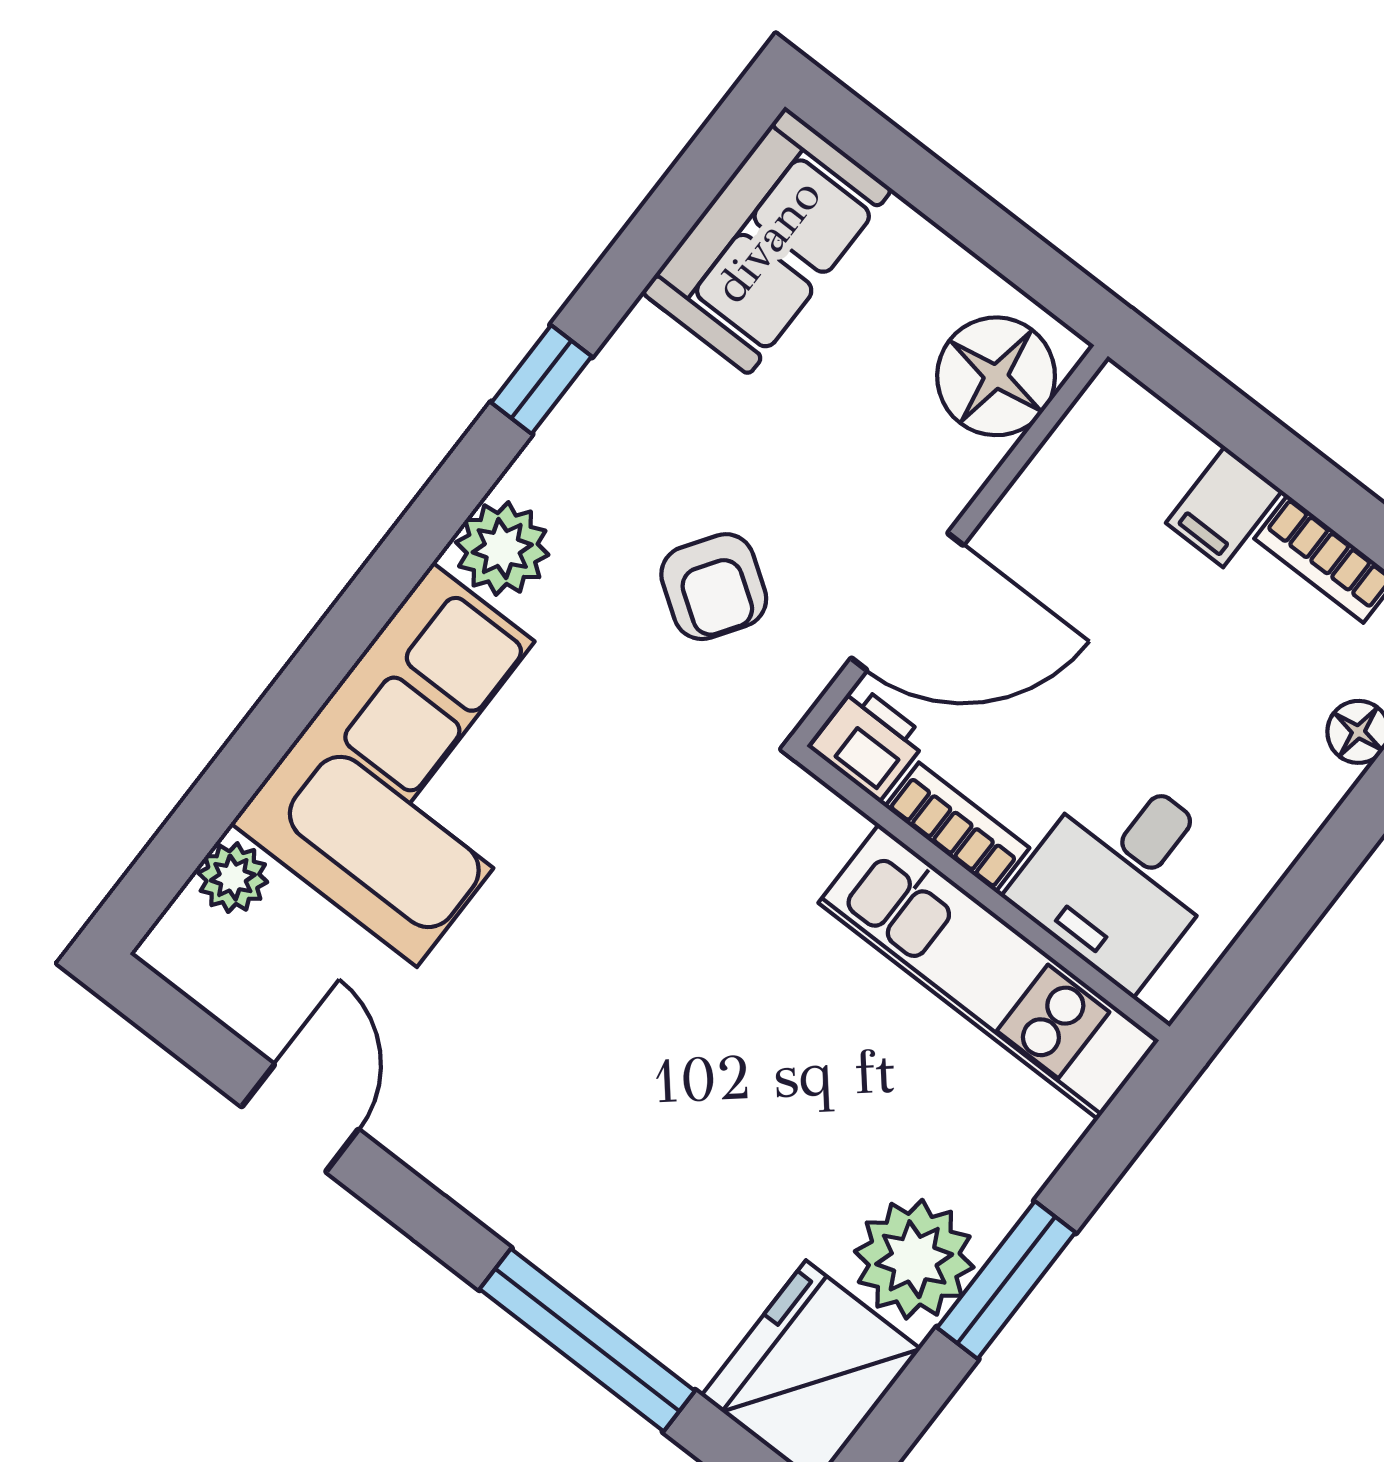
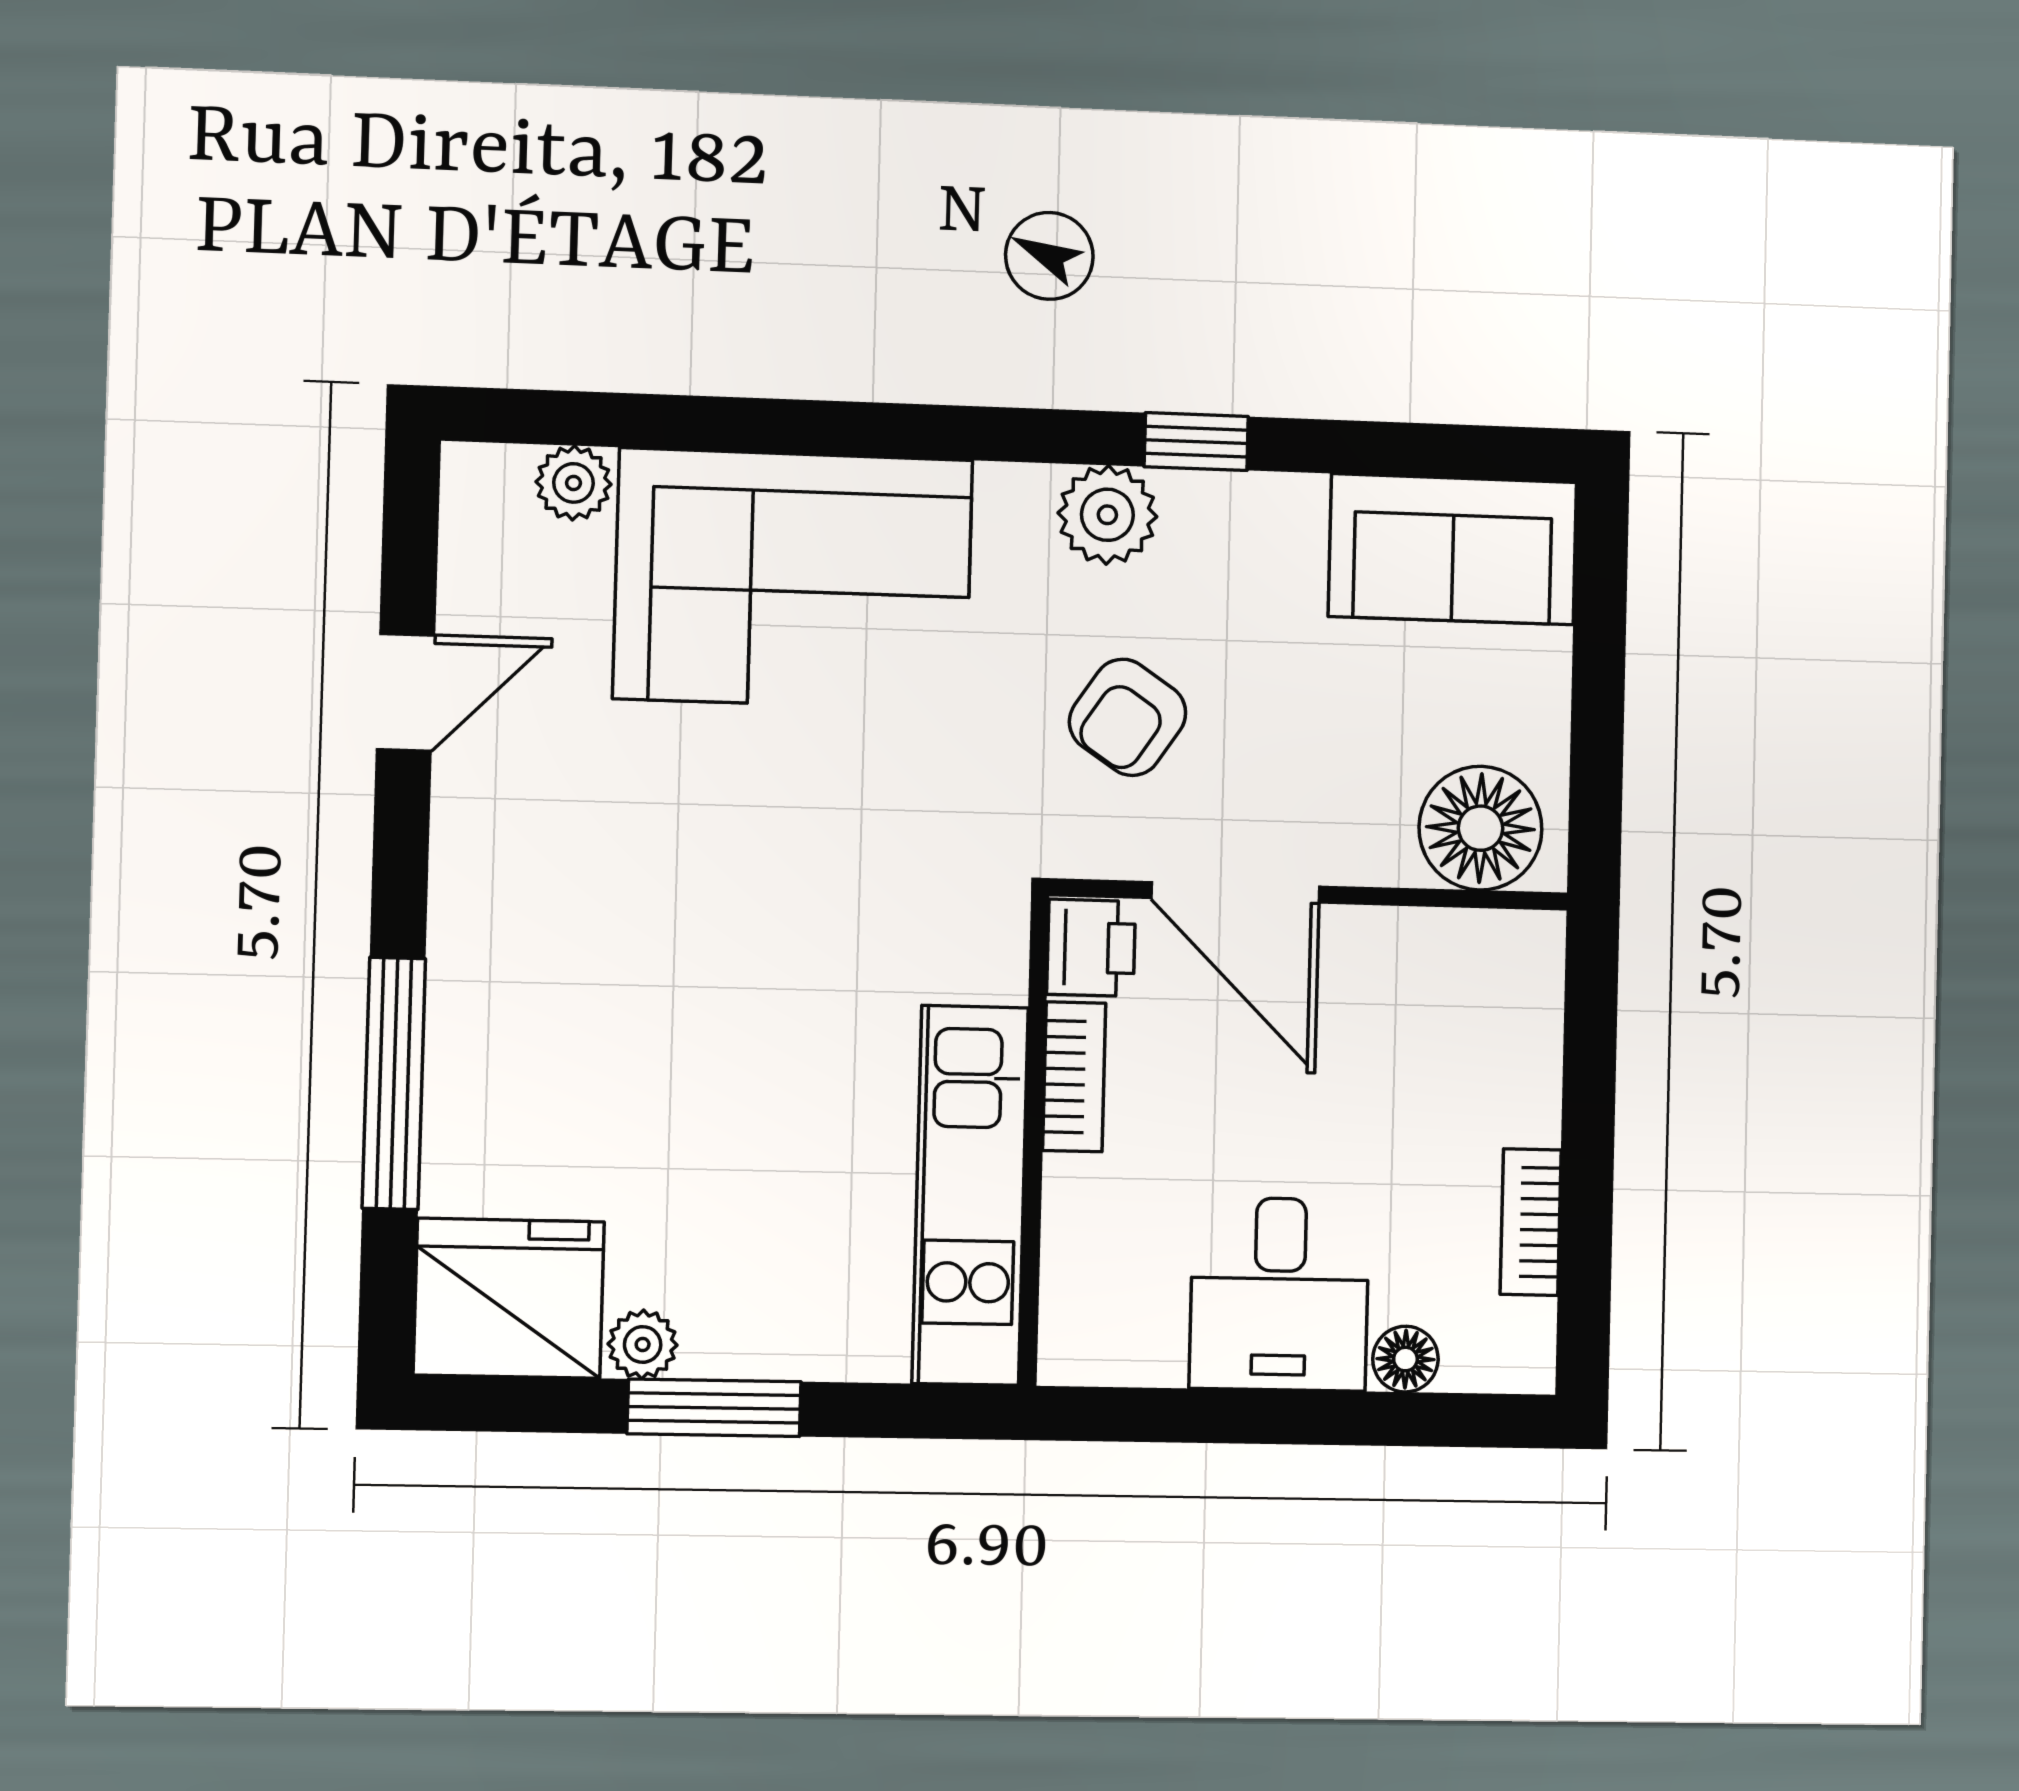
filing cabinet: (1224, 507) -> (1512, 1103), removed
plant: (502, 548) -> (1107, 515), moved
desk: (1122, 876) -> (1279, 1294), moved, turned -90
plant: (914, 1259) -> (643, 1344), width x0.53, depth x0.53

